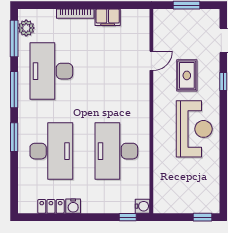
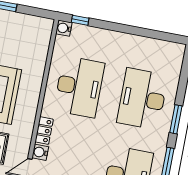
locker: (51, 206) -> (44, 131), moved, turned -90
water cooler: (73, 206) -> (40, 152), moved, turned -90

